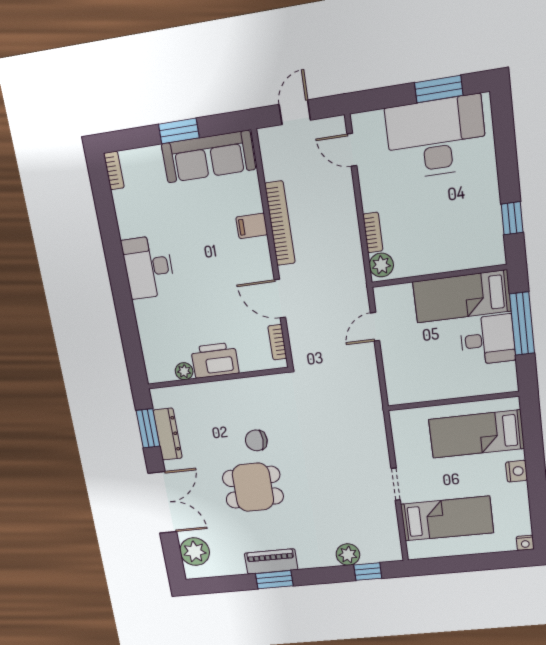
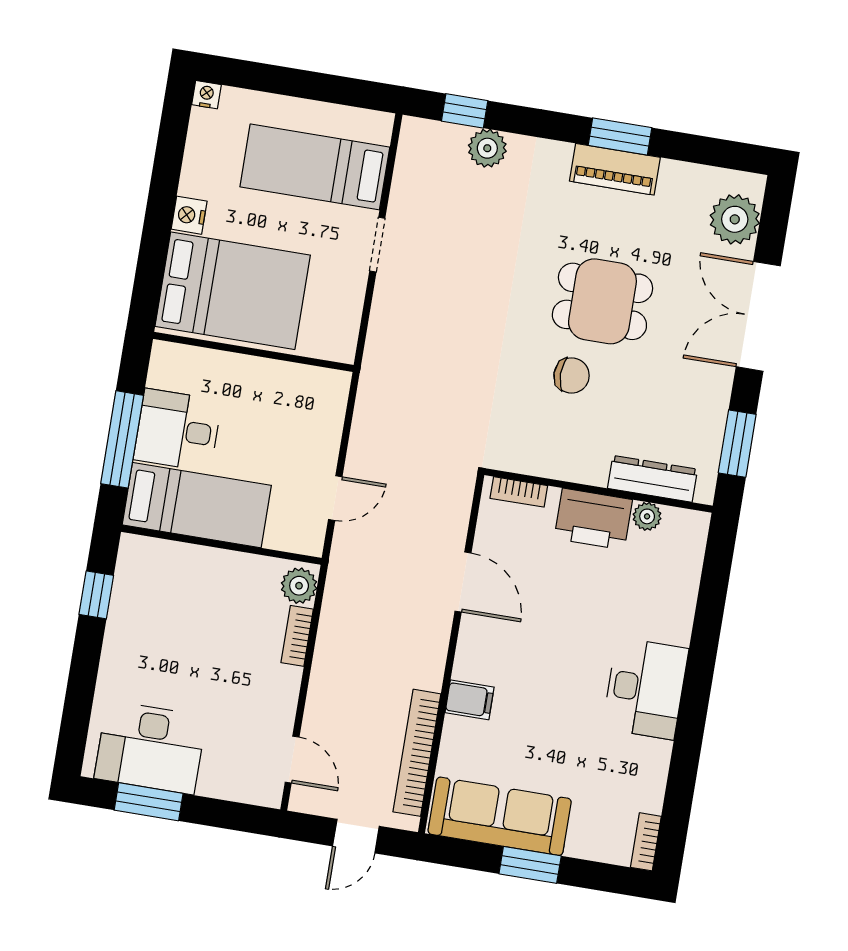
desk: (436, 138) -> (150, 747), width x0.73, depth x0.77
bookcase: (280, 223) -> (417, 753), moved
bookcase: (277, 342) -> (519, 492), moved, turned 90
dresser: (168, 434) -> (653, 479), moved, turned 90
bed: (476, 434) -> (233, 291), width x1.50

